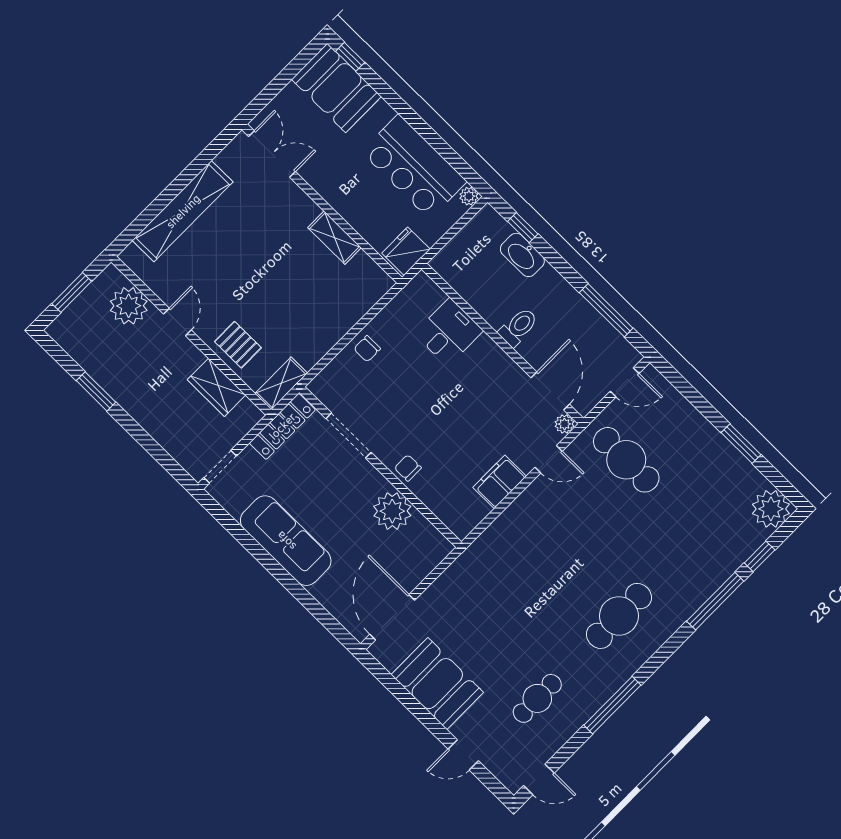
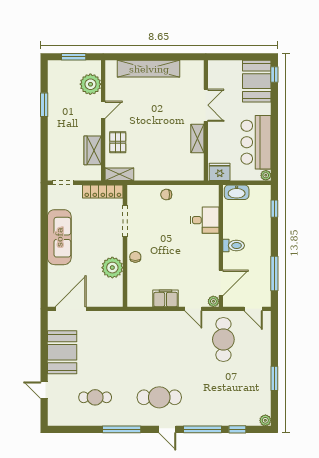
double door: (272, 154) -> (206, 105), moved
washbasin: (522, 255) -> (237, 192), moved, turned -90
plant: (771, 509) -> (265, 420), width x0.53, depth x0.53
door: (539, 779) -> (167, 429), moved

